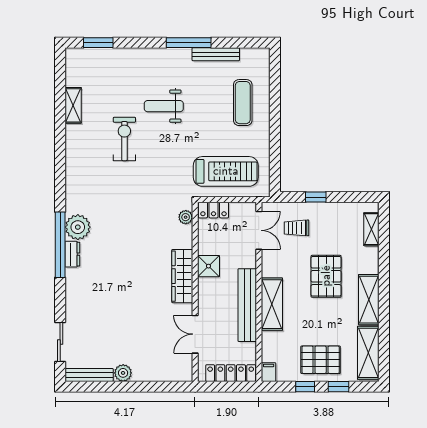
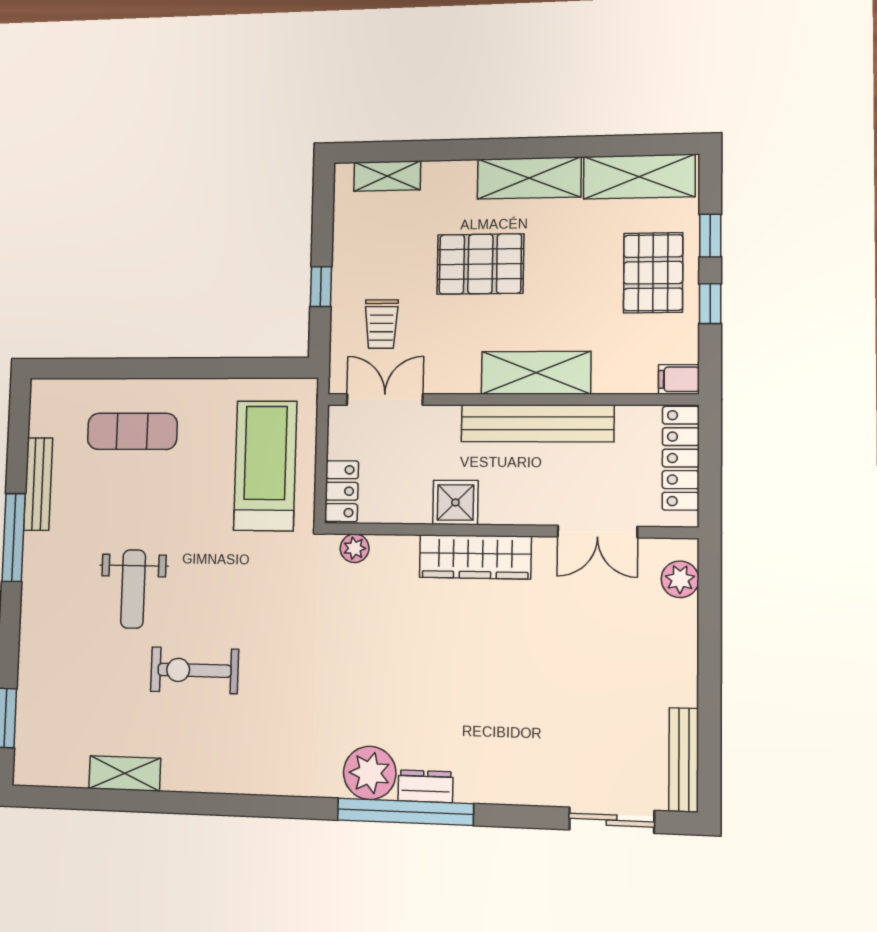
plant: (123, 373) -> (680, 579), moved

